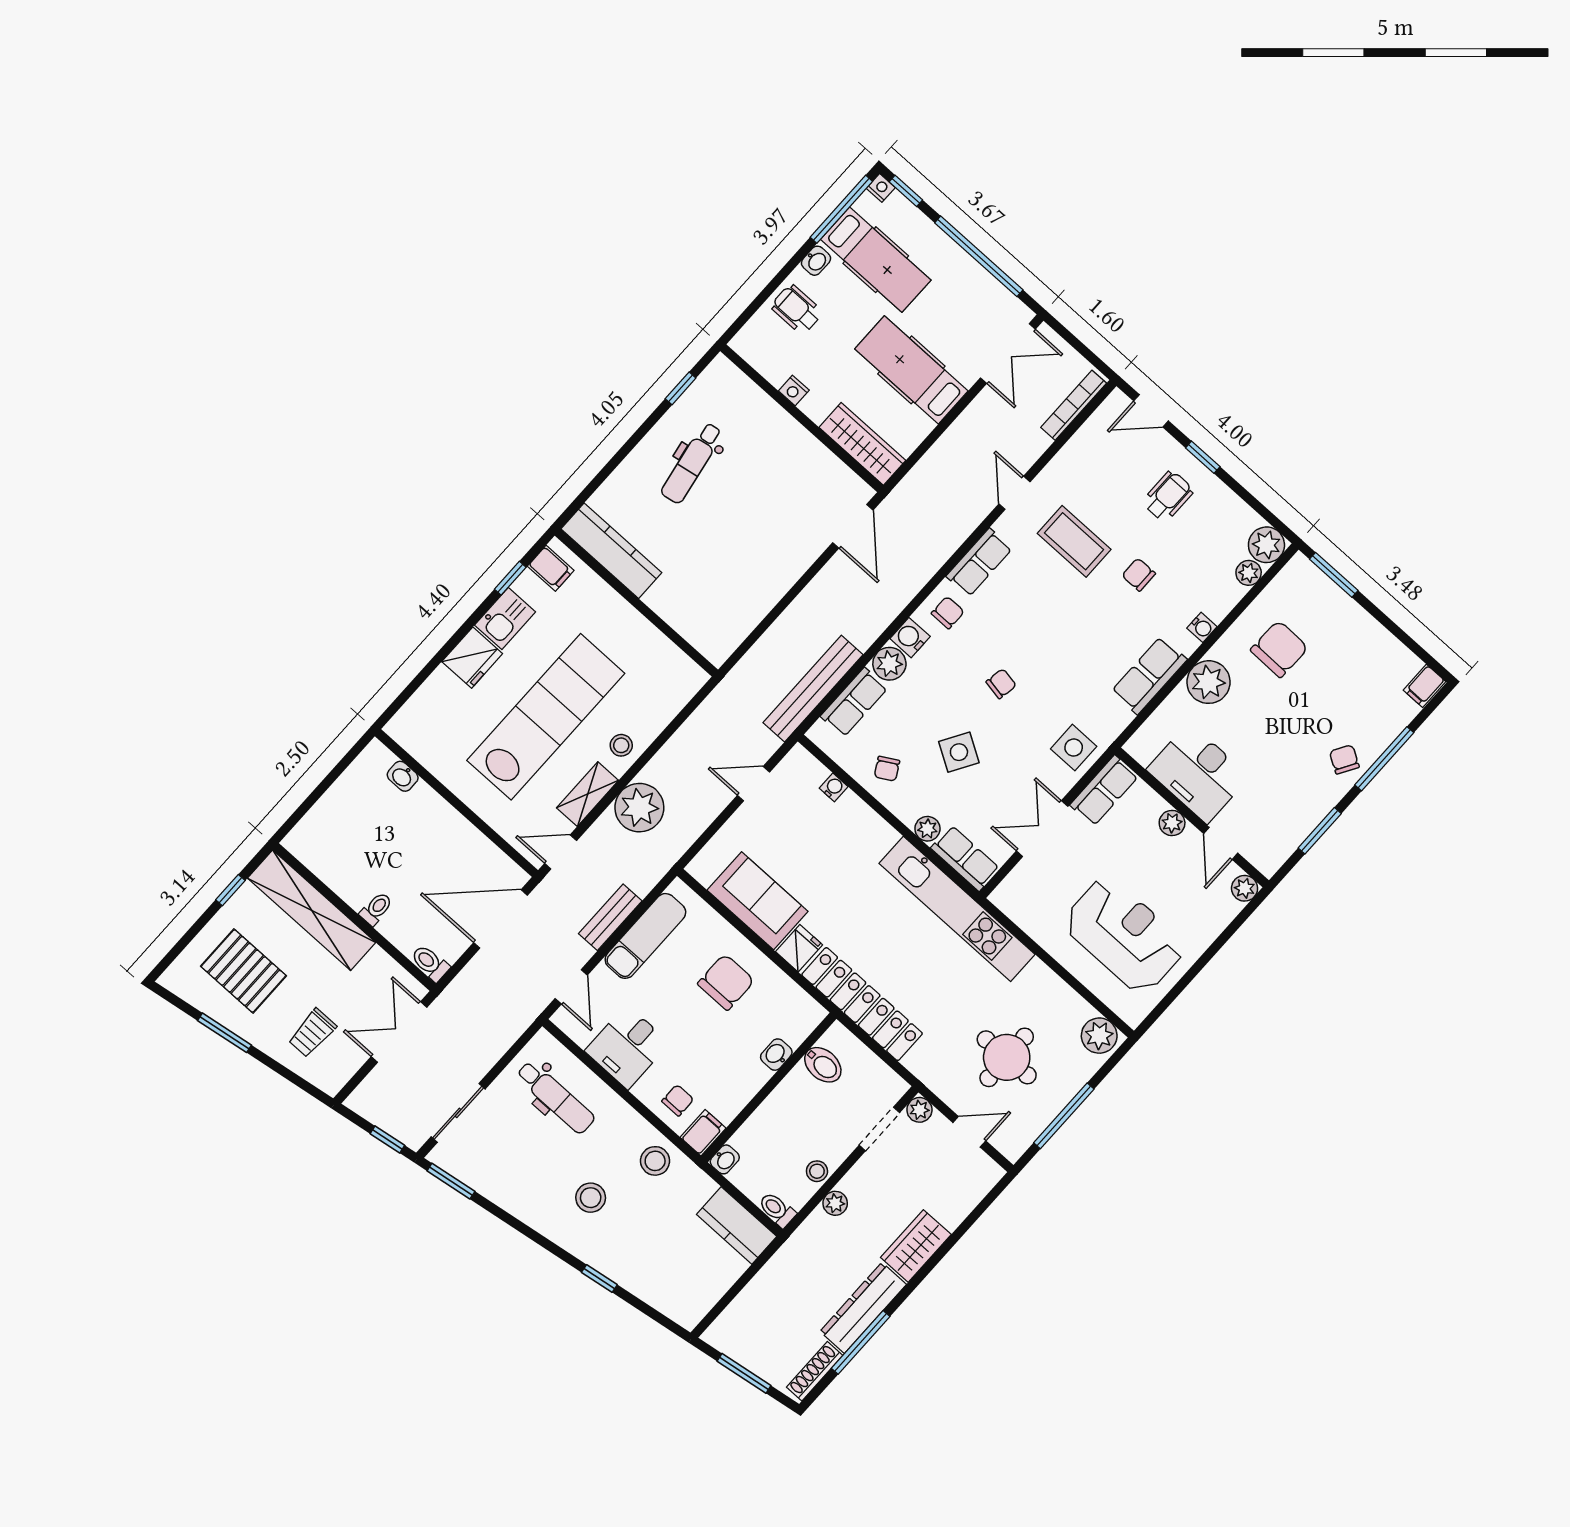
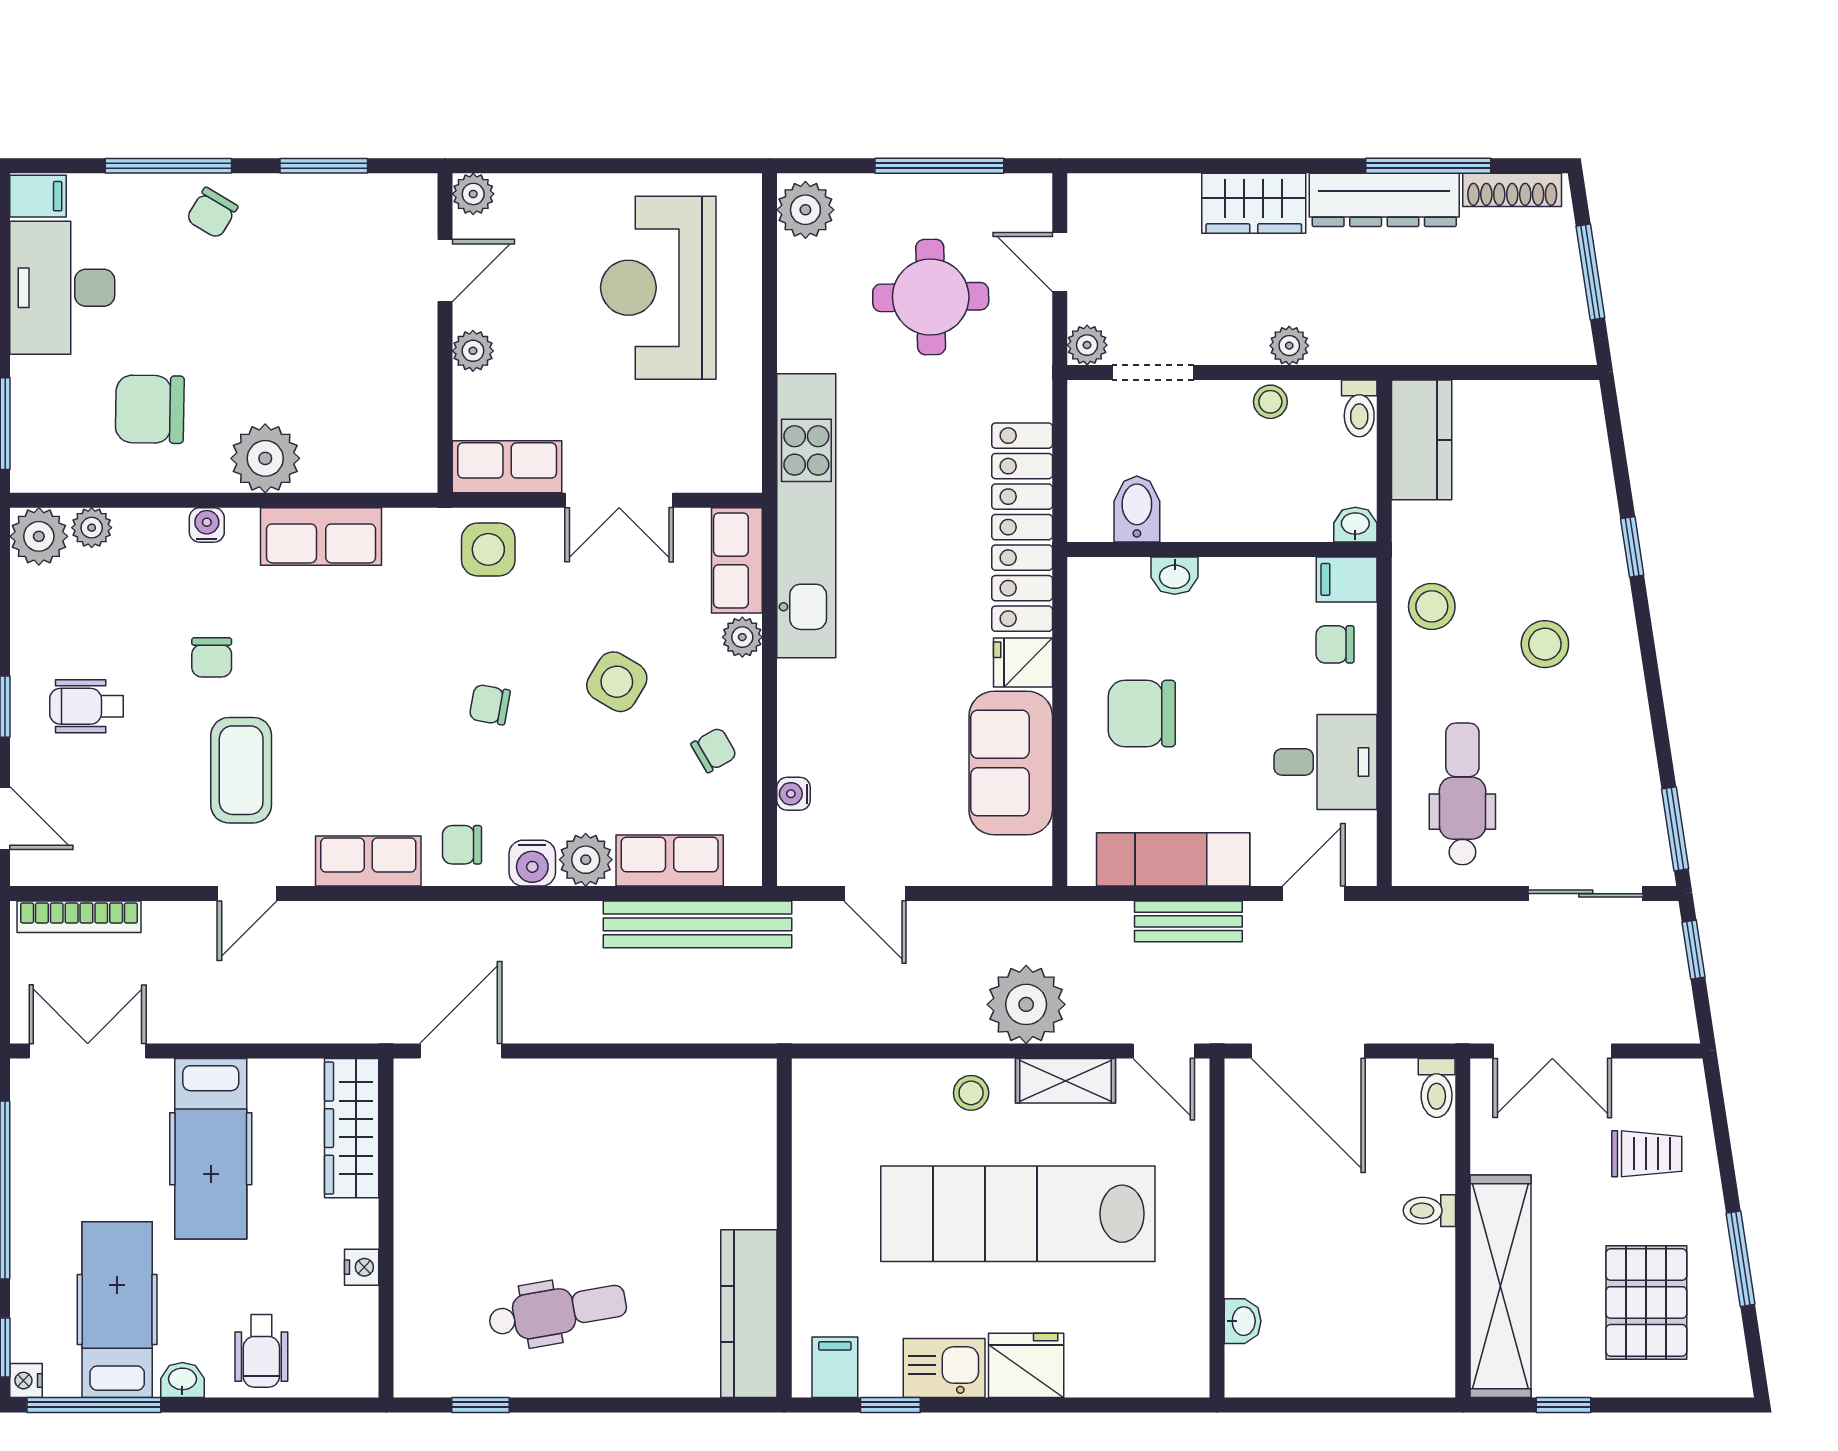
desk: (1198, 773) -> (62, 288), moved, turned 180

